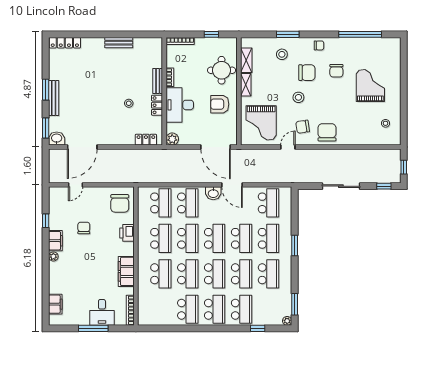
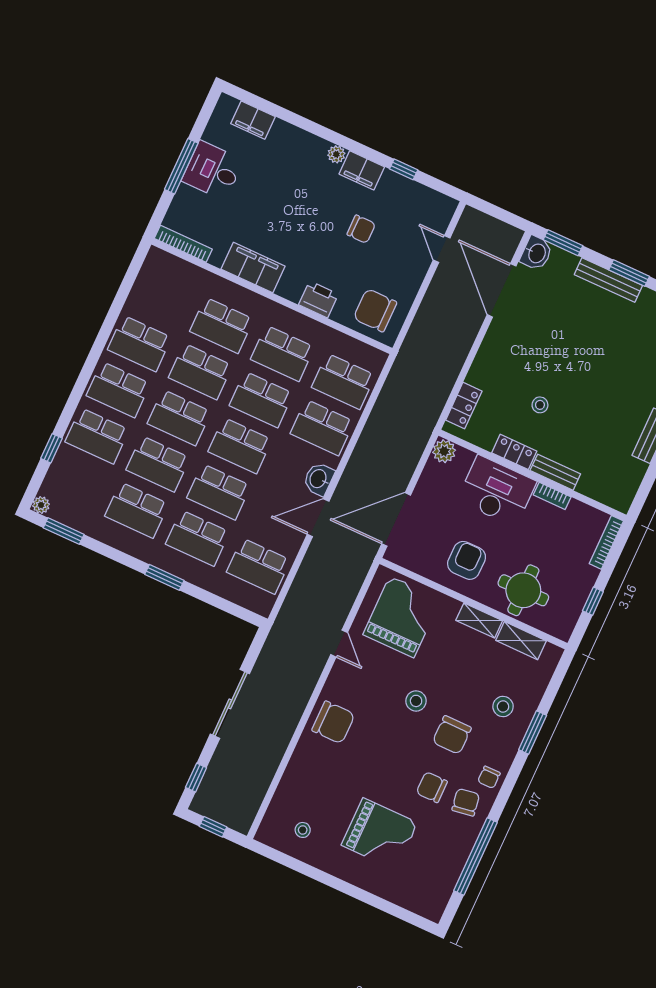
grand piano: (261, 123) -> (402, 617), turned 90
chair: (303, 127) -> (466, 802), moved
desk: (102, 312) -> (213, 170), moved

